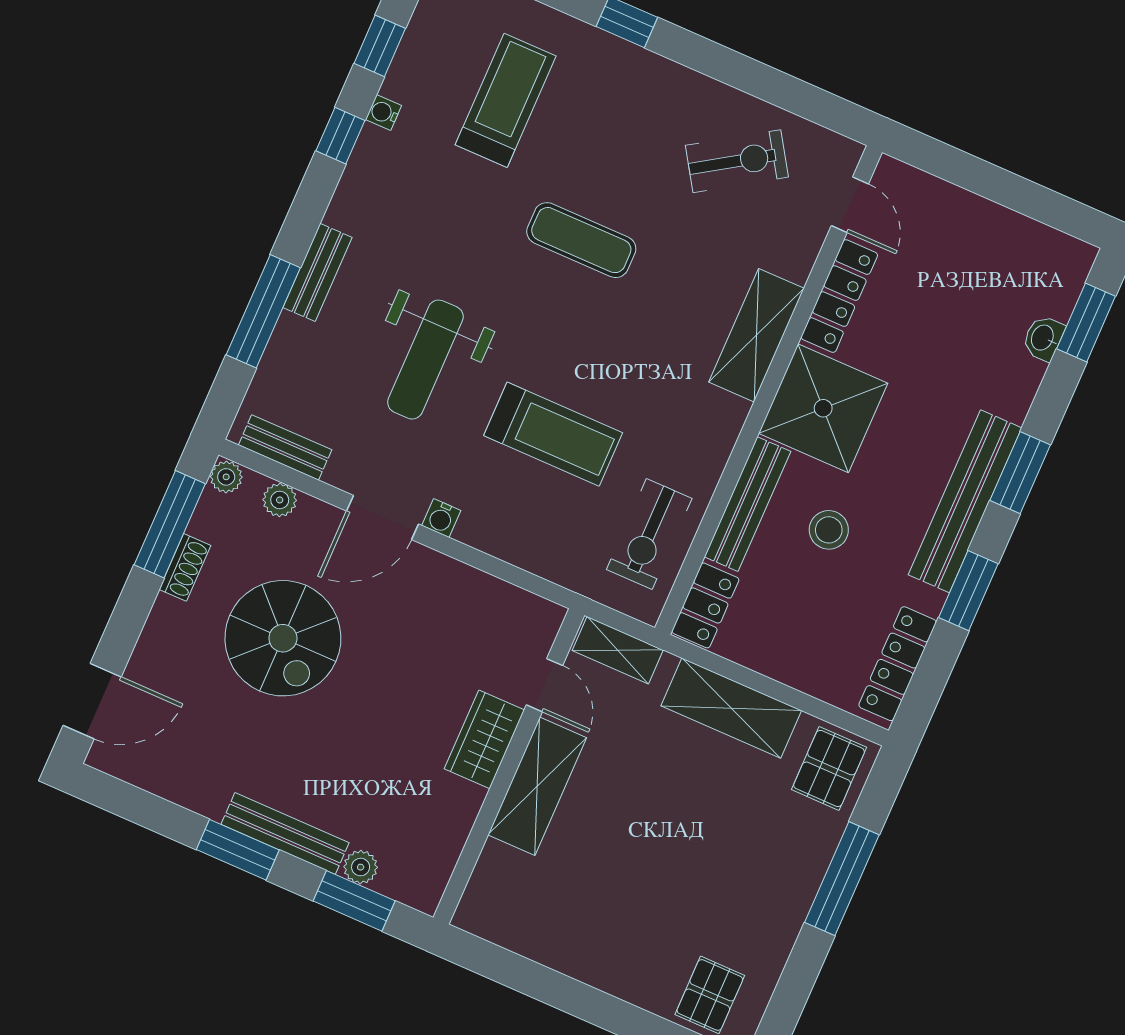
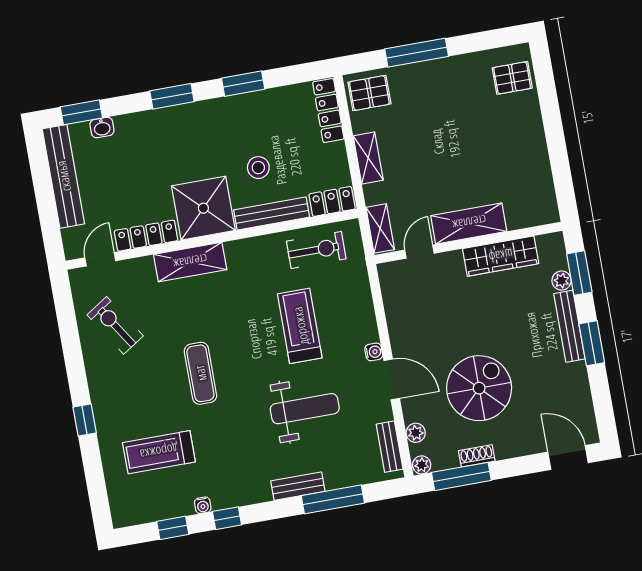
bench: (965, 501) -> (63, 176), moved, turned 90
locker: (898, 664) -> (328, 110), moved, turned 90
shelving: (731, 708) -> (368, 158), width x0.67, depth x0.75
wardrobe: (484, 739) -> (501, 256), moved, width x1.50

